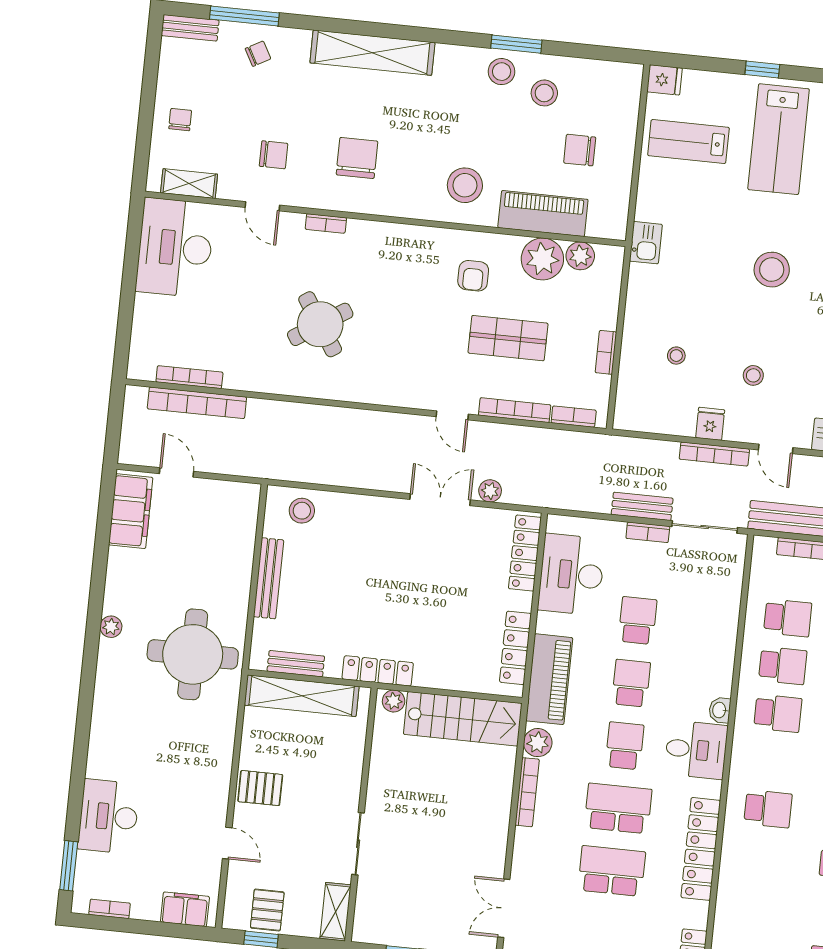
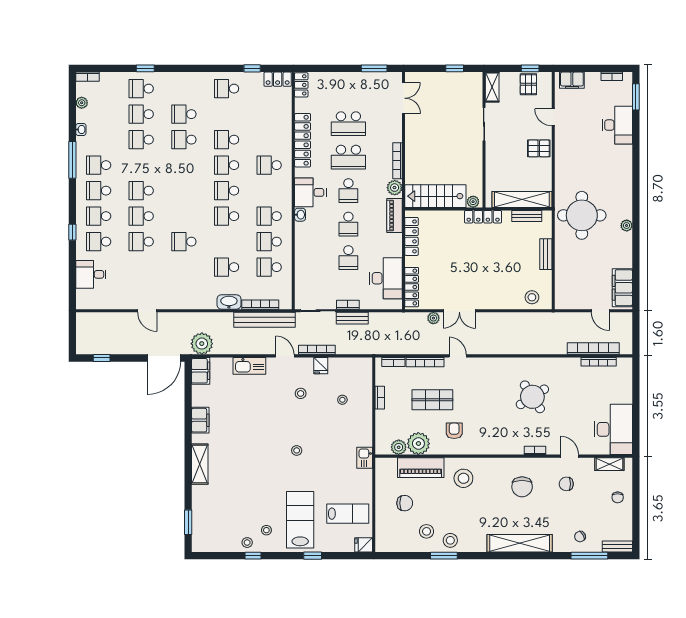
stool: (772, 270) -> (297, 450), width x0.53, depth x0.53
bench: (268, 578) -> (546, 254), width x0.73
piano: (549, 679) -> (394, 215), width x0.73, depth x0.75

